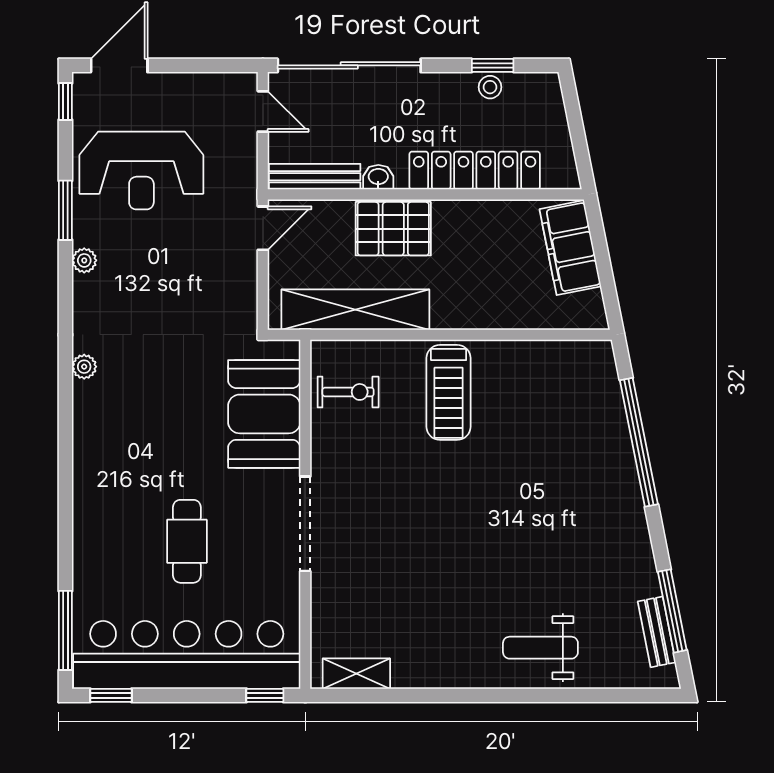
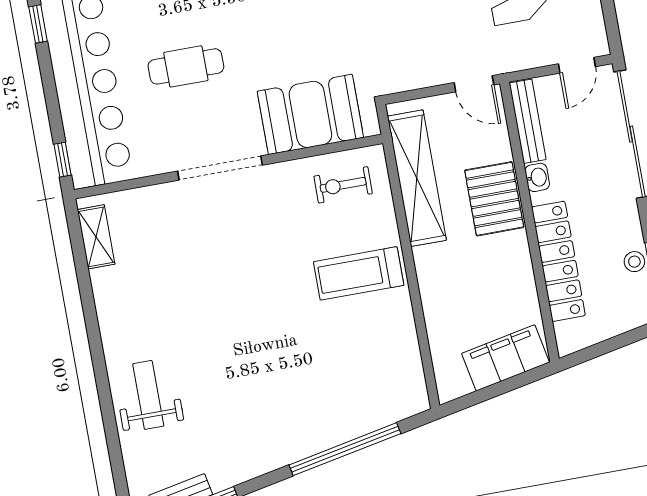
exercise bike: (348, 392) -> (343, 185), turned 90

